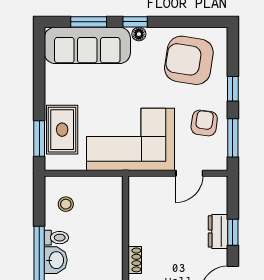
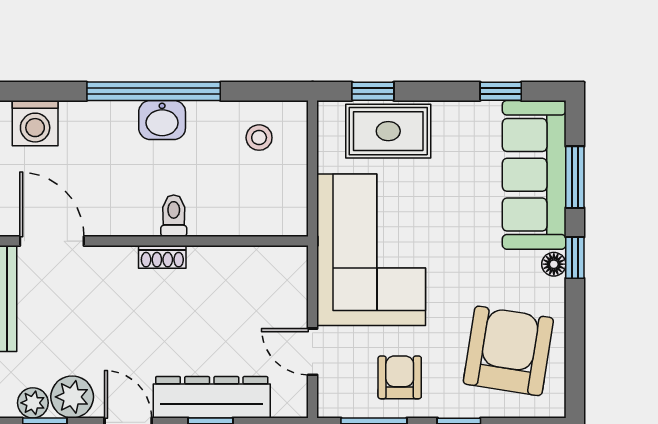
window: (39, 65) -> (501, 91), added
armchair: (204, 123) -> (400, 377), turned -98
window: (39, 138) -> (373, 91), width x0.67
dresser: (218, 231) -> (212, 397), width x1.96, depth x1.24
toilet: (56, 238) -> (174, 216), moved, turned 180

